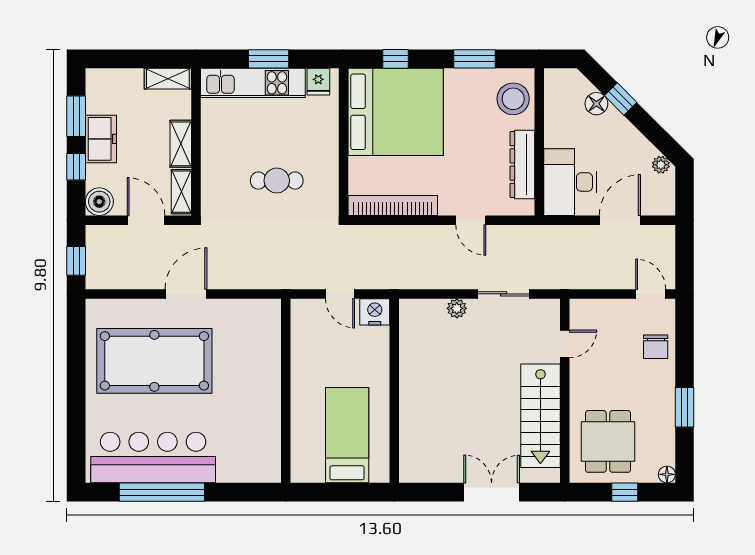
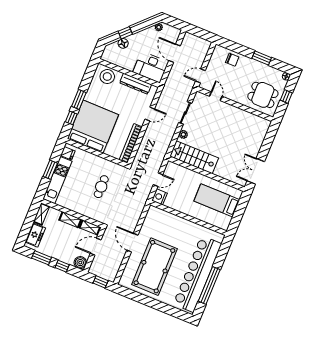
window: (474, 59) -> (79, 99), moved
freezer: (101, 139) -> (35, 235), moved, turned 90
door: (651, 294) -> (200, 76), moved
nightstand: (375, 312) -> (160, 197), moved
stairs: (540, 416) -> (194, 157), moved, turned 180
bar counter: (153, 458) -> (197, 274), width x1.36
double door: (492, 492) -> (256, 171), moved

